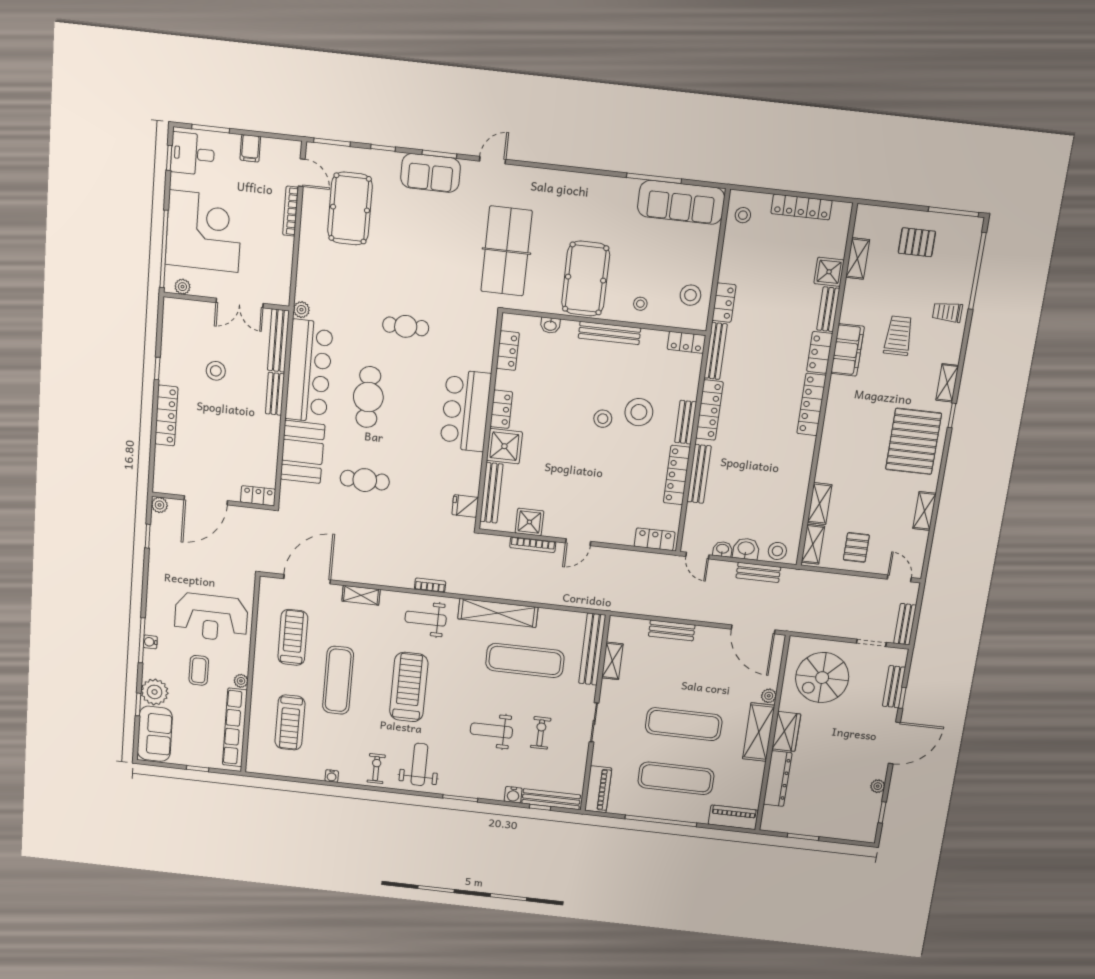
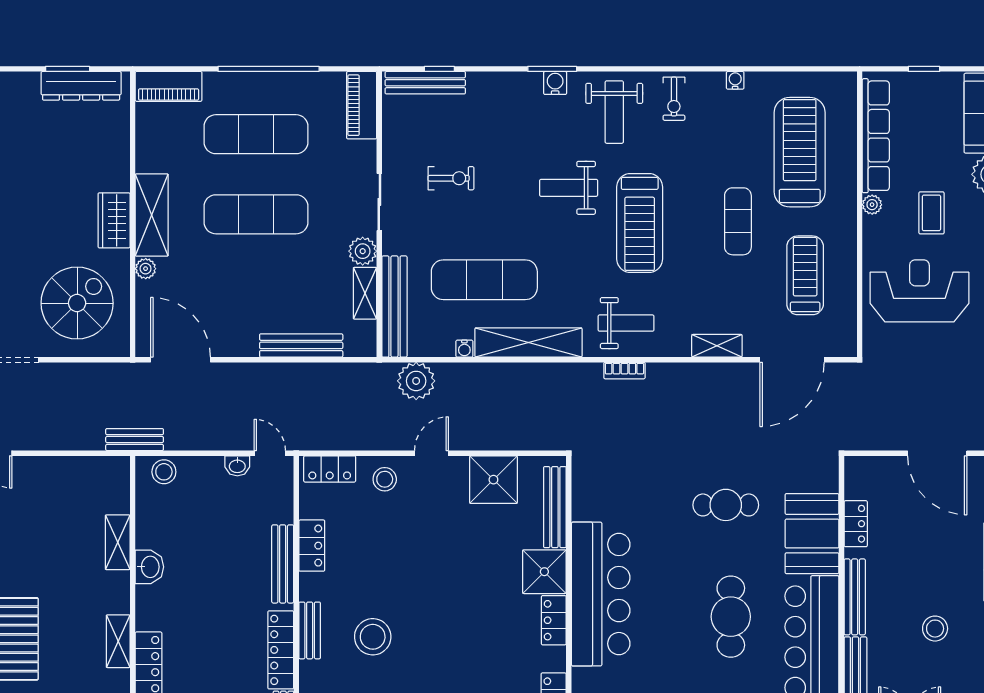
bench: (275, 394) -> (855, 597), width x1.36
bar counter: (466, 411) -> (601, 594), width x1.36
stool: (603, 419) -> (385, 479), moved
locker: (677, 475) -> (312, 546), width x0.66
locker: (258, 496) -> (856, 524), moved, turned -90
door: (206, 500) -> (937, 453), swing flipped
fridge: (465, 506) -> (588, 485), removed
shower: (529, 522) -> (493, 480), width x1.36, depth x1.36
shelving: (813, 544) -> (118, 641), moved
bookcase: (533, 545) -> (492, 443), removed
pallet: (856, 547) -> (60, 489), removed
washbasin: (746, 549) -> (149, 567), moved, turned -90
bench: (758, 572) -> (135, 440), moved
plant: (583, 595) -> (416, 381), added
water cooler: (545, 614) -> (464, 349), added
bench: (672, 630) -> (301, 345), width x1.36
treadmill: (293, 637) -> (805, 275), turned 180
exercise mat: (338, 680) -> (738, 221), width x0.73, depth x0.69
plant: (610, 690) -> (363, 251), added
treadmill: (290, 722) -> (800, 152), width x1.37, depth x1.38
weight bench: (491, 731) -> (569, 188), moved, turned 180
exercise bike: (541, 733) -> (451, 178), turned -90
dresser: (778, 779) -> (81, 86), moved, turned -90
water cooler: (513, 795) -> (555, 83), moved

